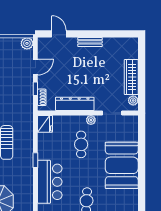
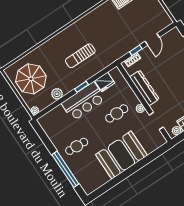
plant: (27, 43) -> (57, 94), moved
door: (35, 67) -> (152, 39), hinge flipped
fridge: (45, 124) -> (105, 82), moved
bar counter: (50, 182) -> (83, 101), moved

